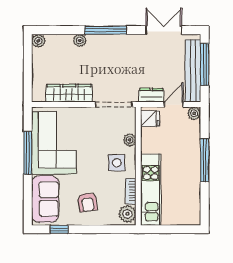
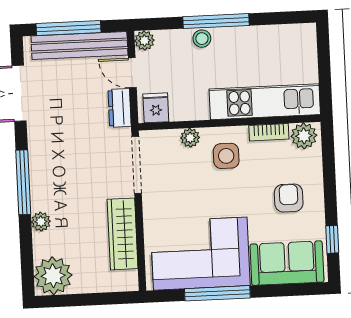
plant: (38, 41) -> (53, 276), width x1.88, depth x1.88
stool: (194, 151) -> (202, 39), added
armchair: (87, 202) -> (289, 198), turned -82

